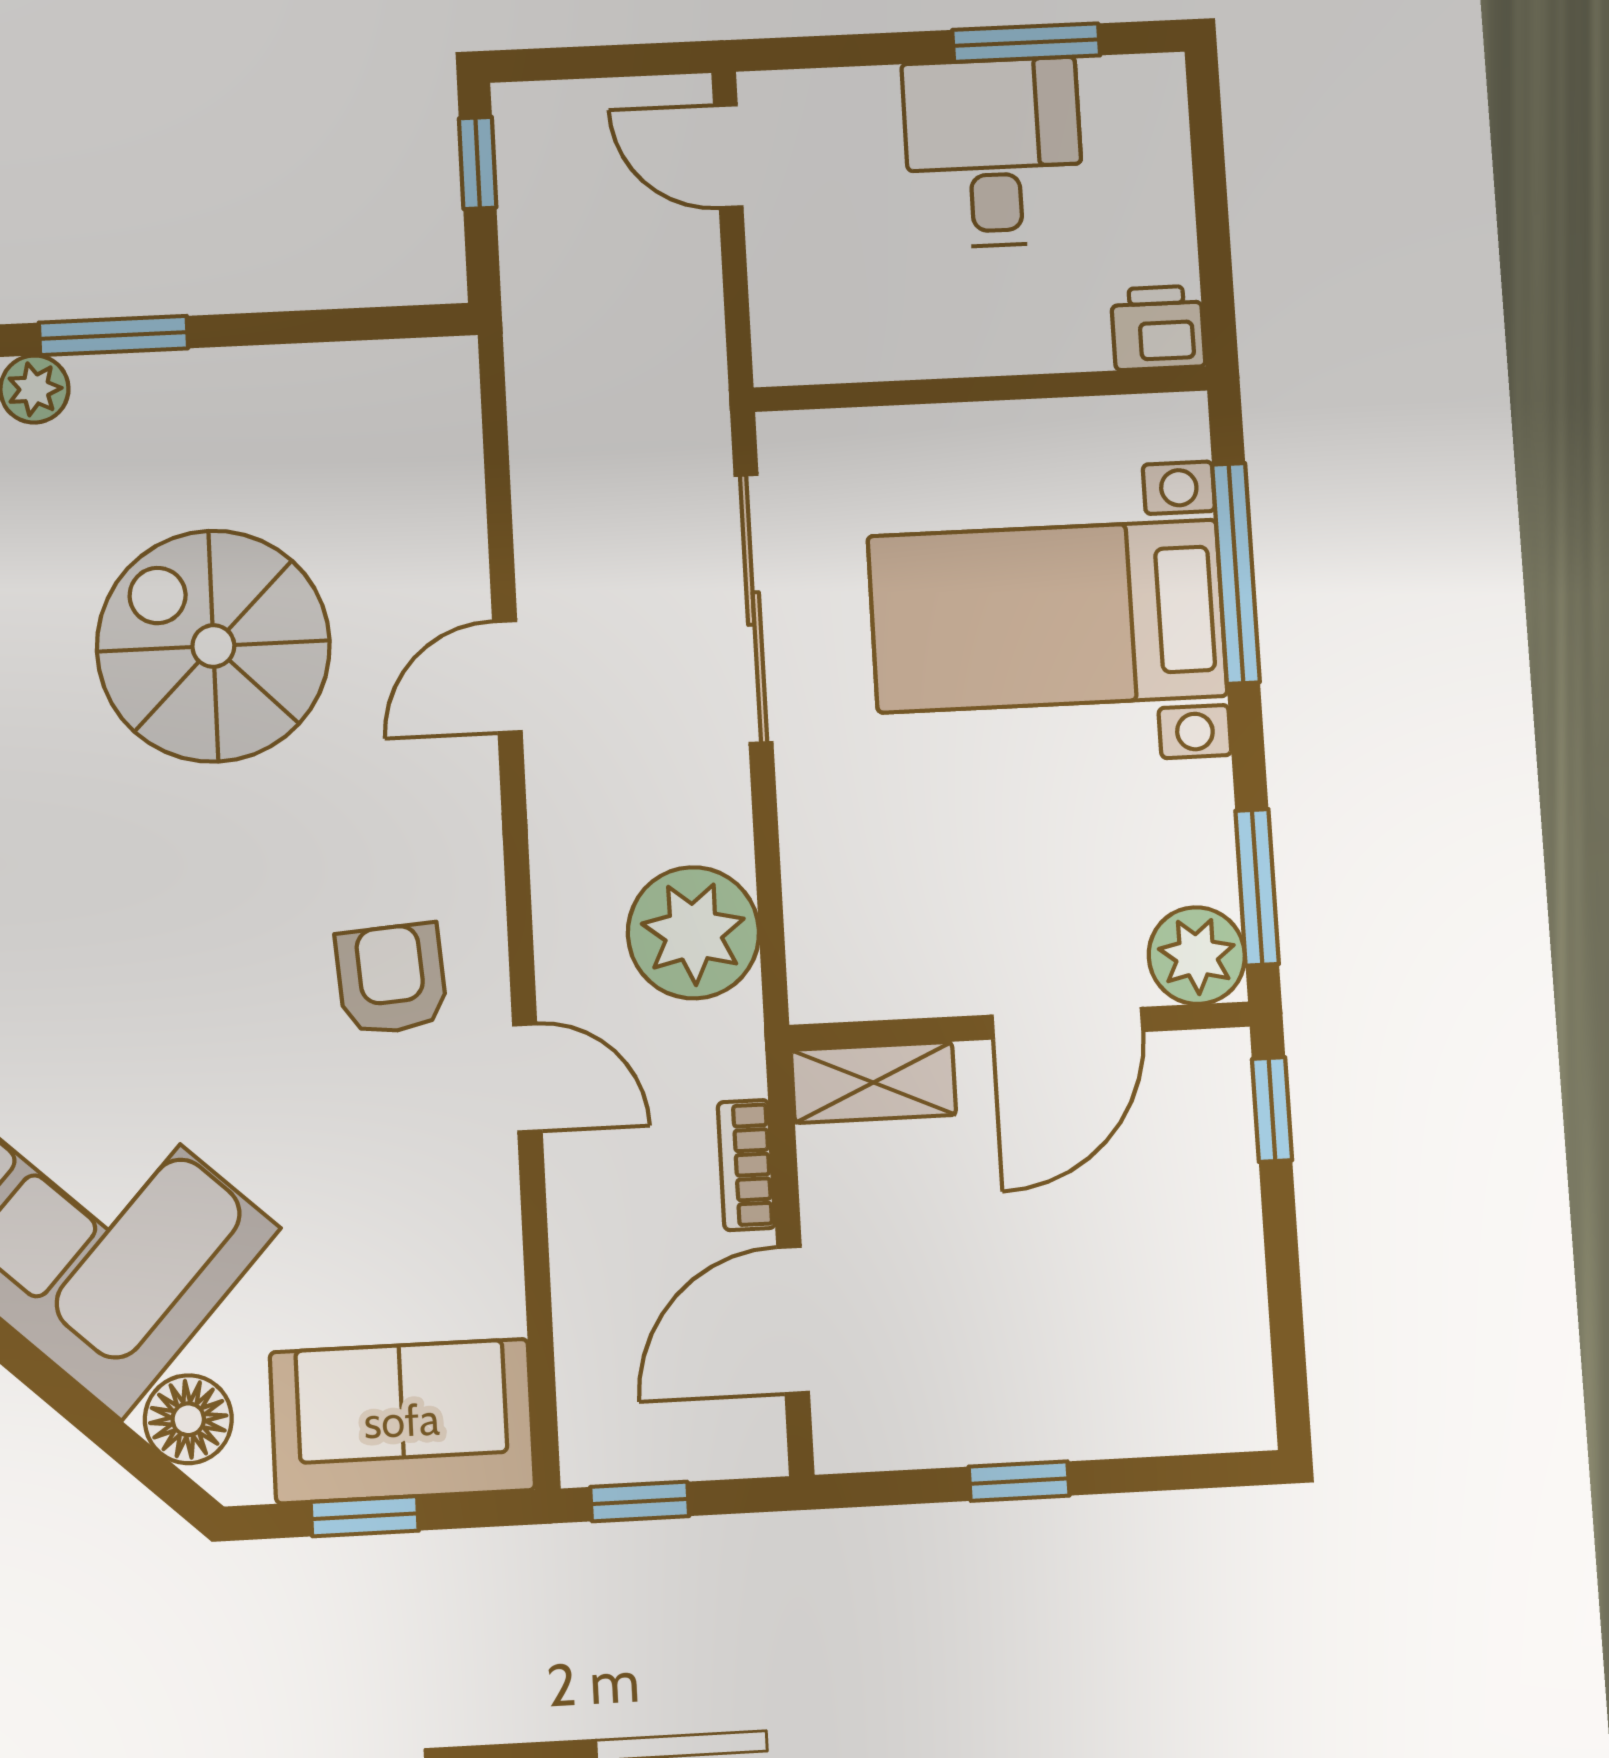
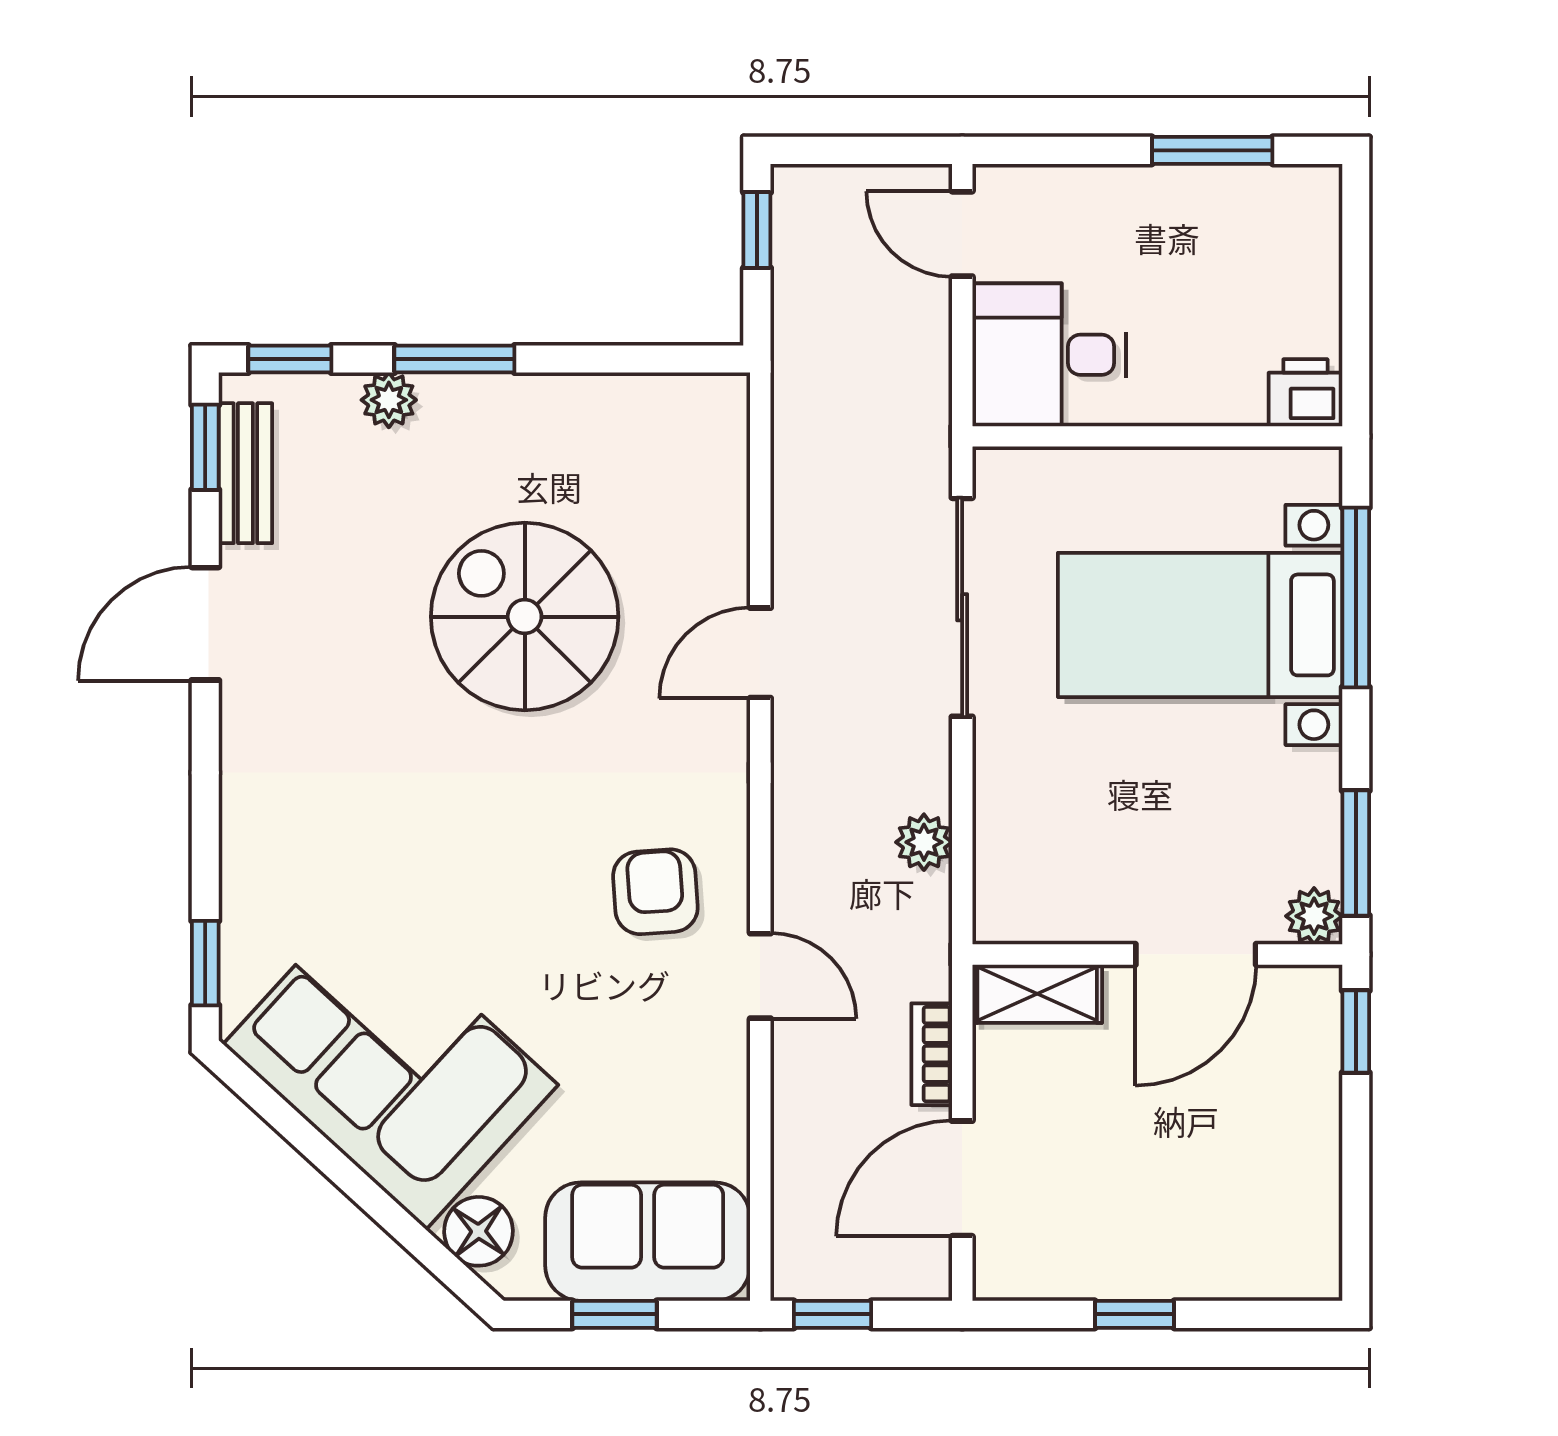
desk: (994, 153) -> (1049, 355), moved, turned -90
plant: (693, 933) -> (924, 842), width x0.53, depth x0.53
plant: (1197, 956) -> (1314, 916), width x0.73, depth x0.73

